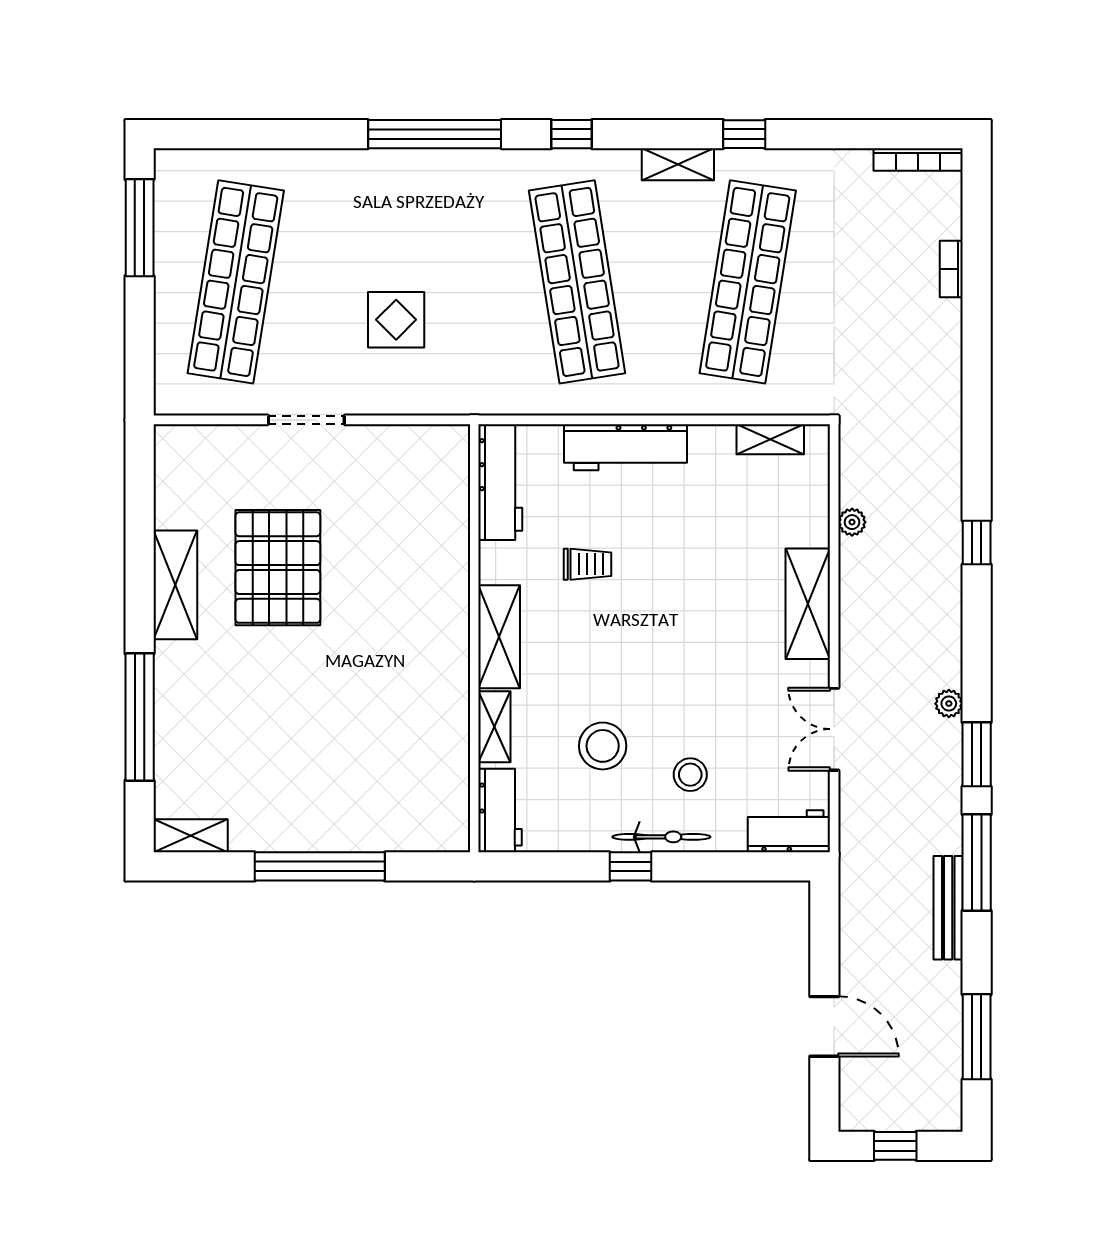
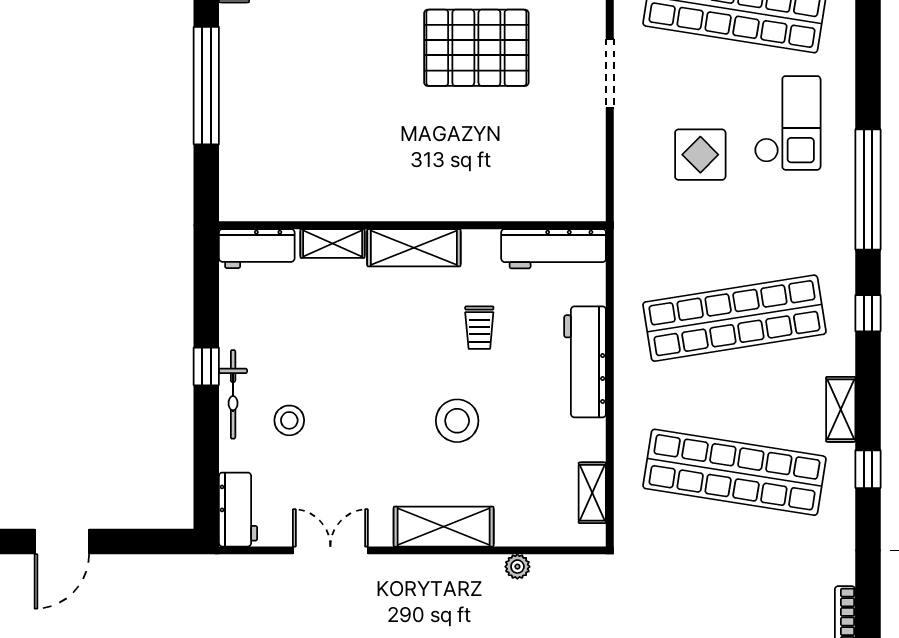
checkout: (361, 223) -> (788, 123), added
stool: (603, 746) -> (457, 421), moved

